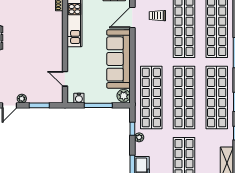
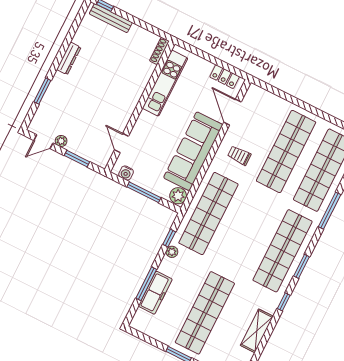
trolley: (157, 16) -> (239, 155), moved
door: (132, 17) -> (233, 112), hinge flipped
shop shelf: (184, 98) -> (245, 232), removed

